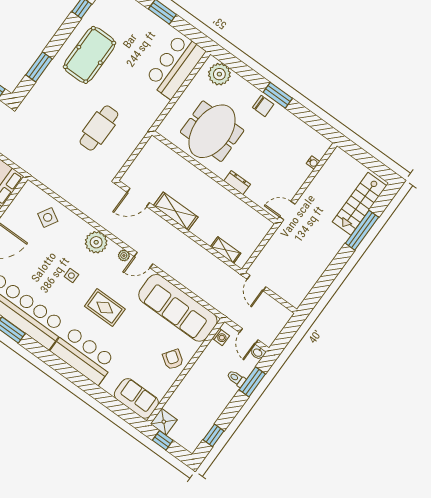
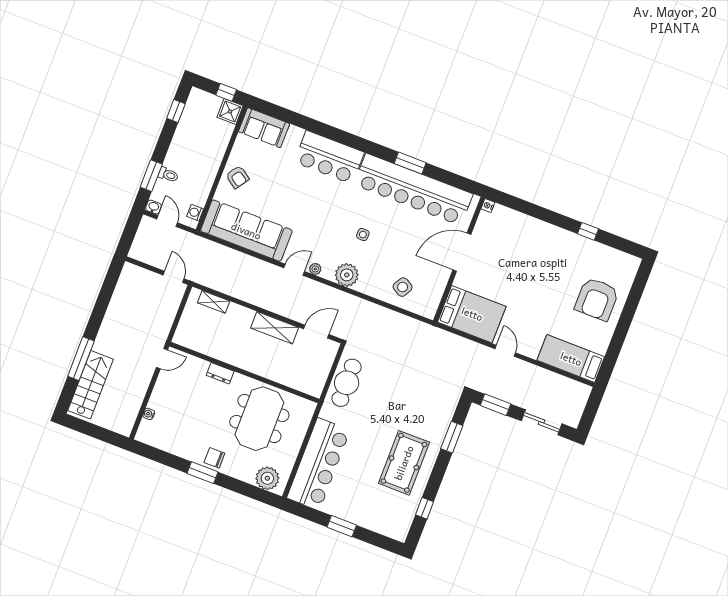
bar counter: (175, 66) -> (318, 464), width x1.36
cafe table: (99, 128) -> (347, 383), moved
rug: (105, 308) -> (320, 211), removed

